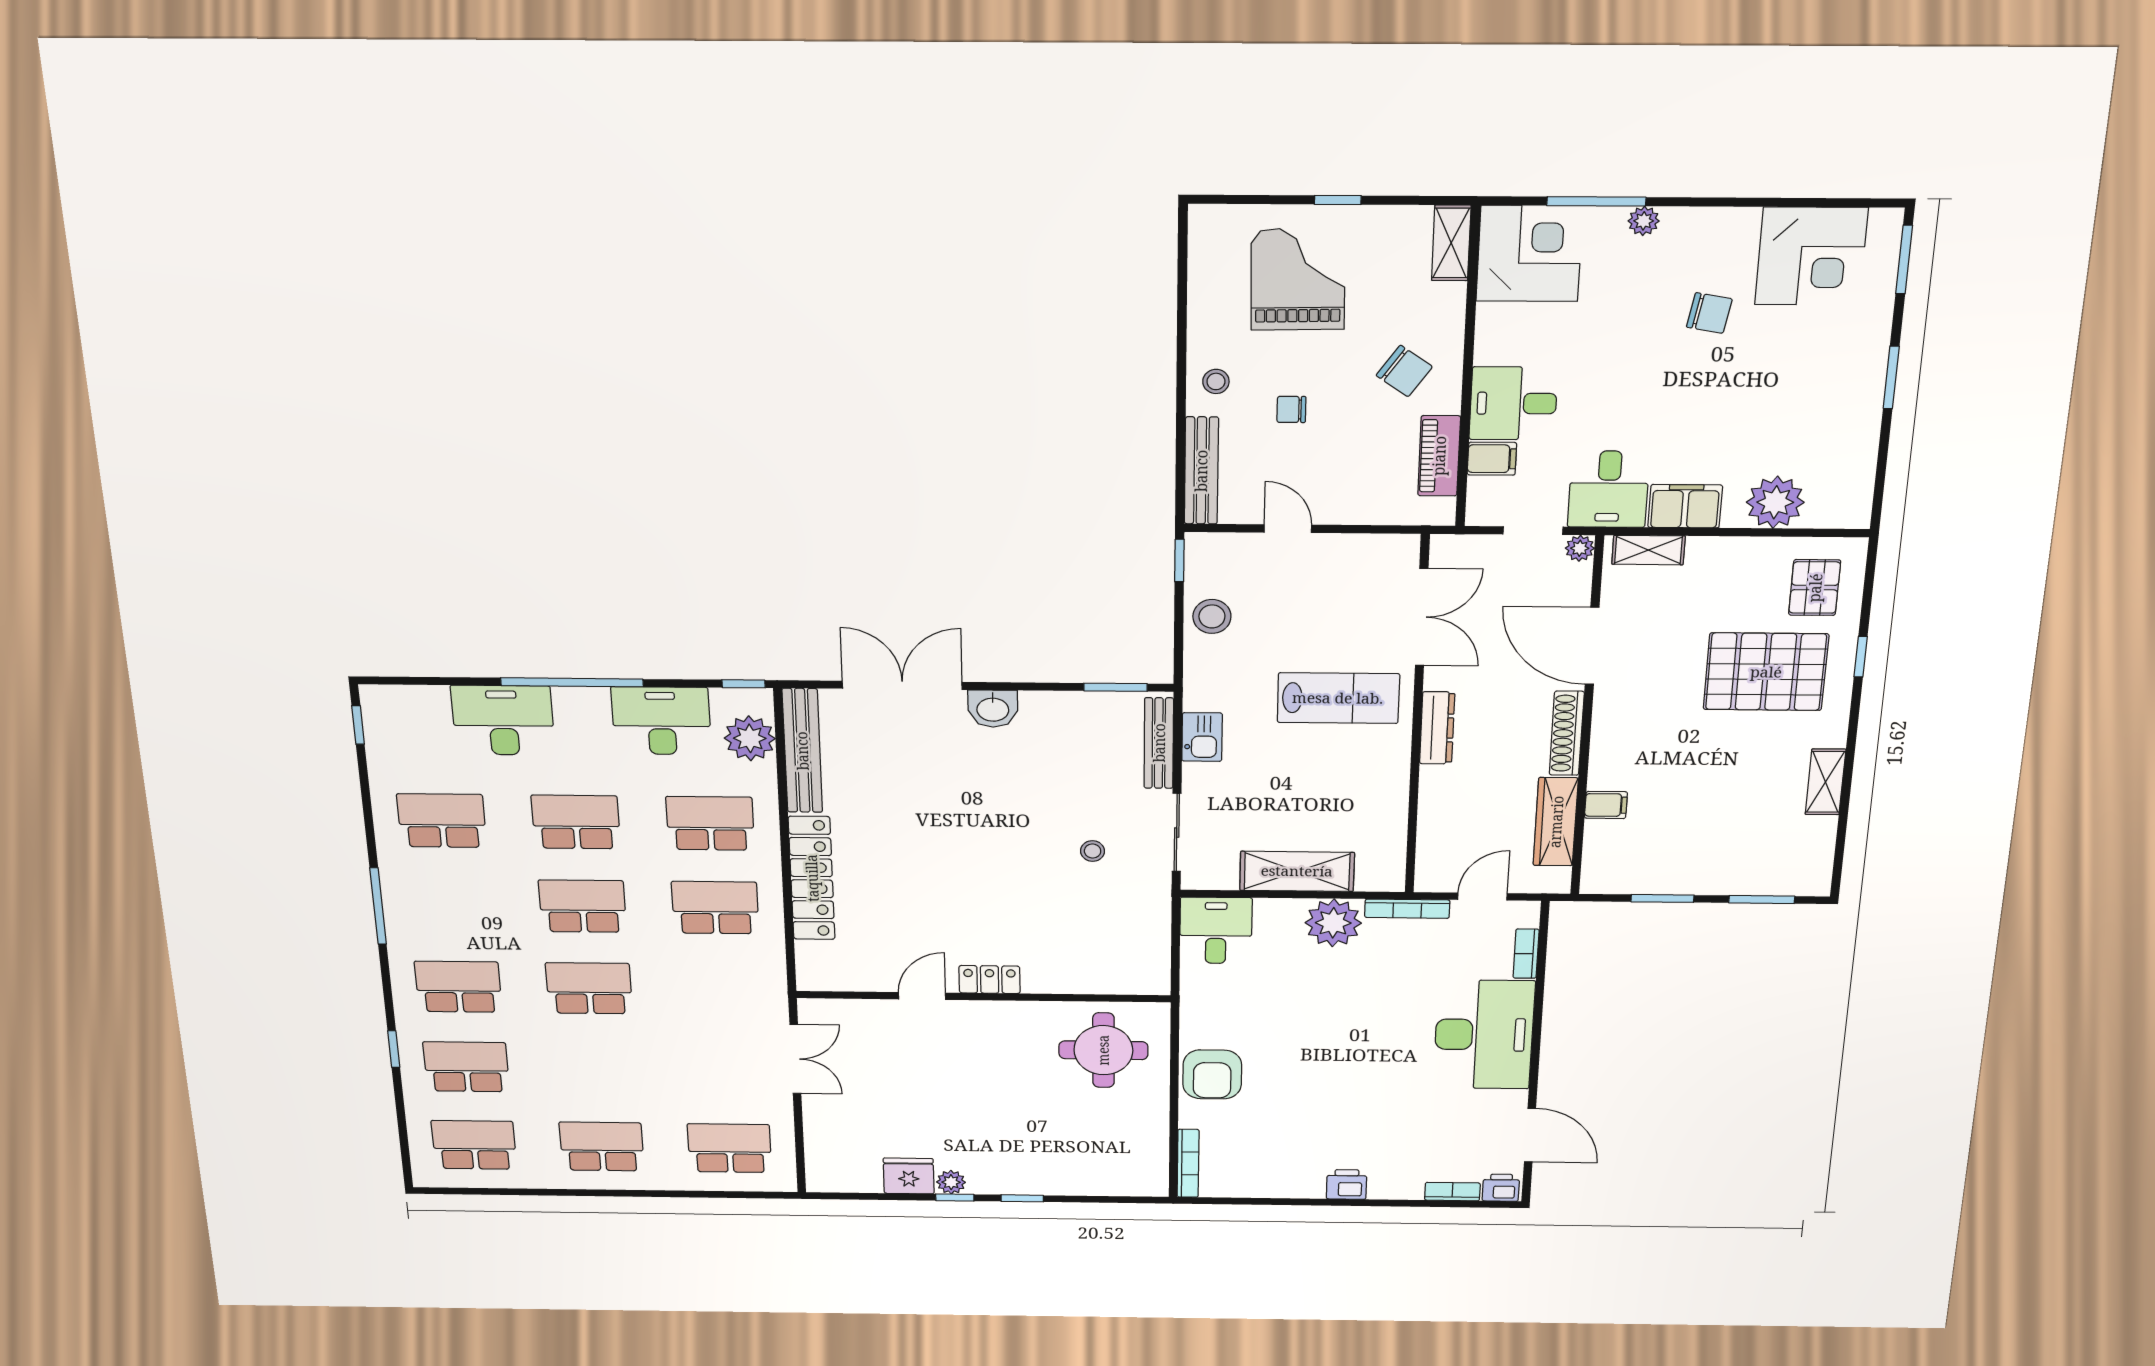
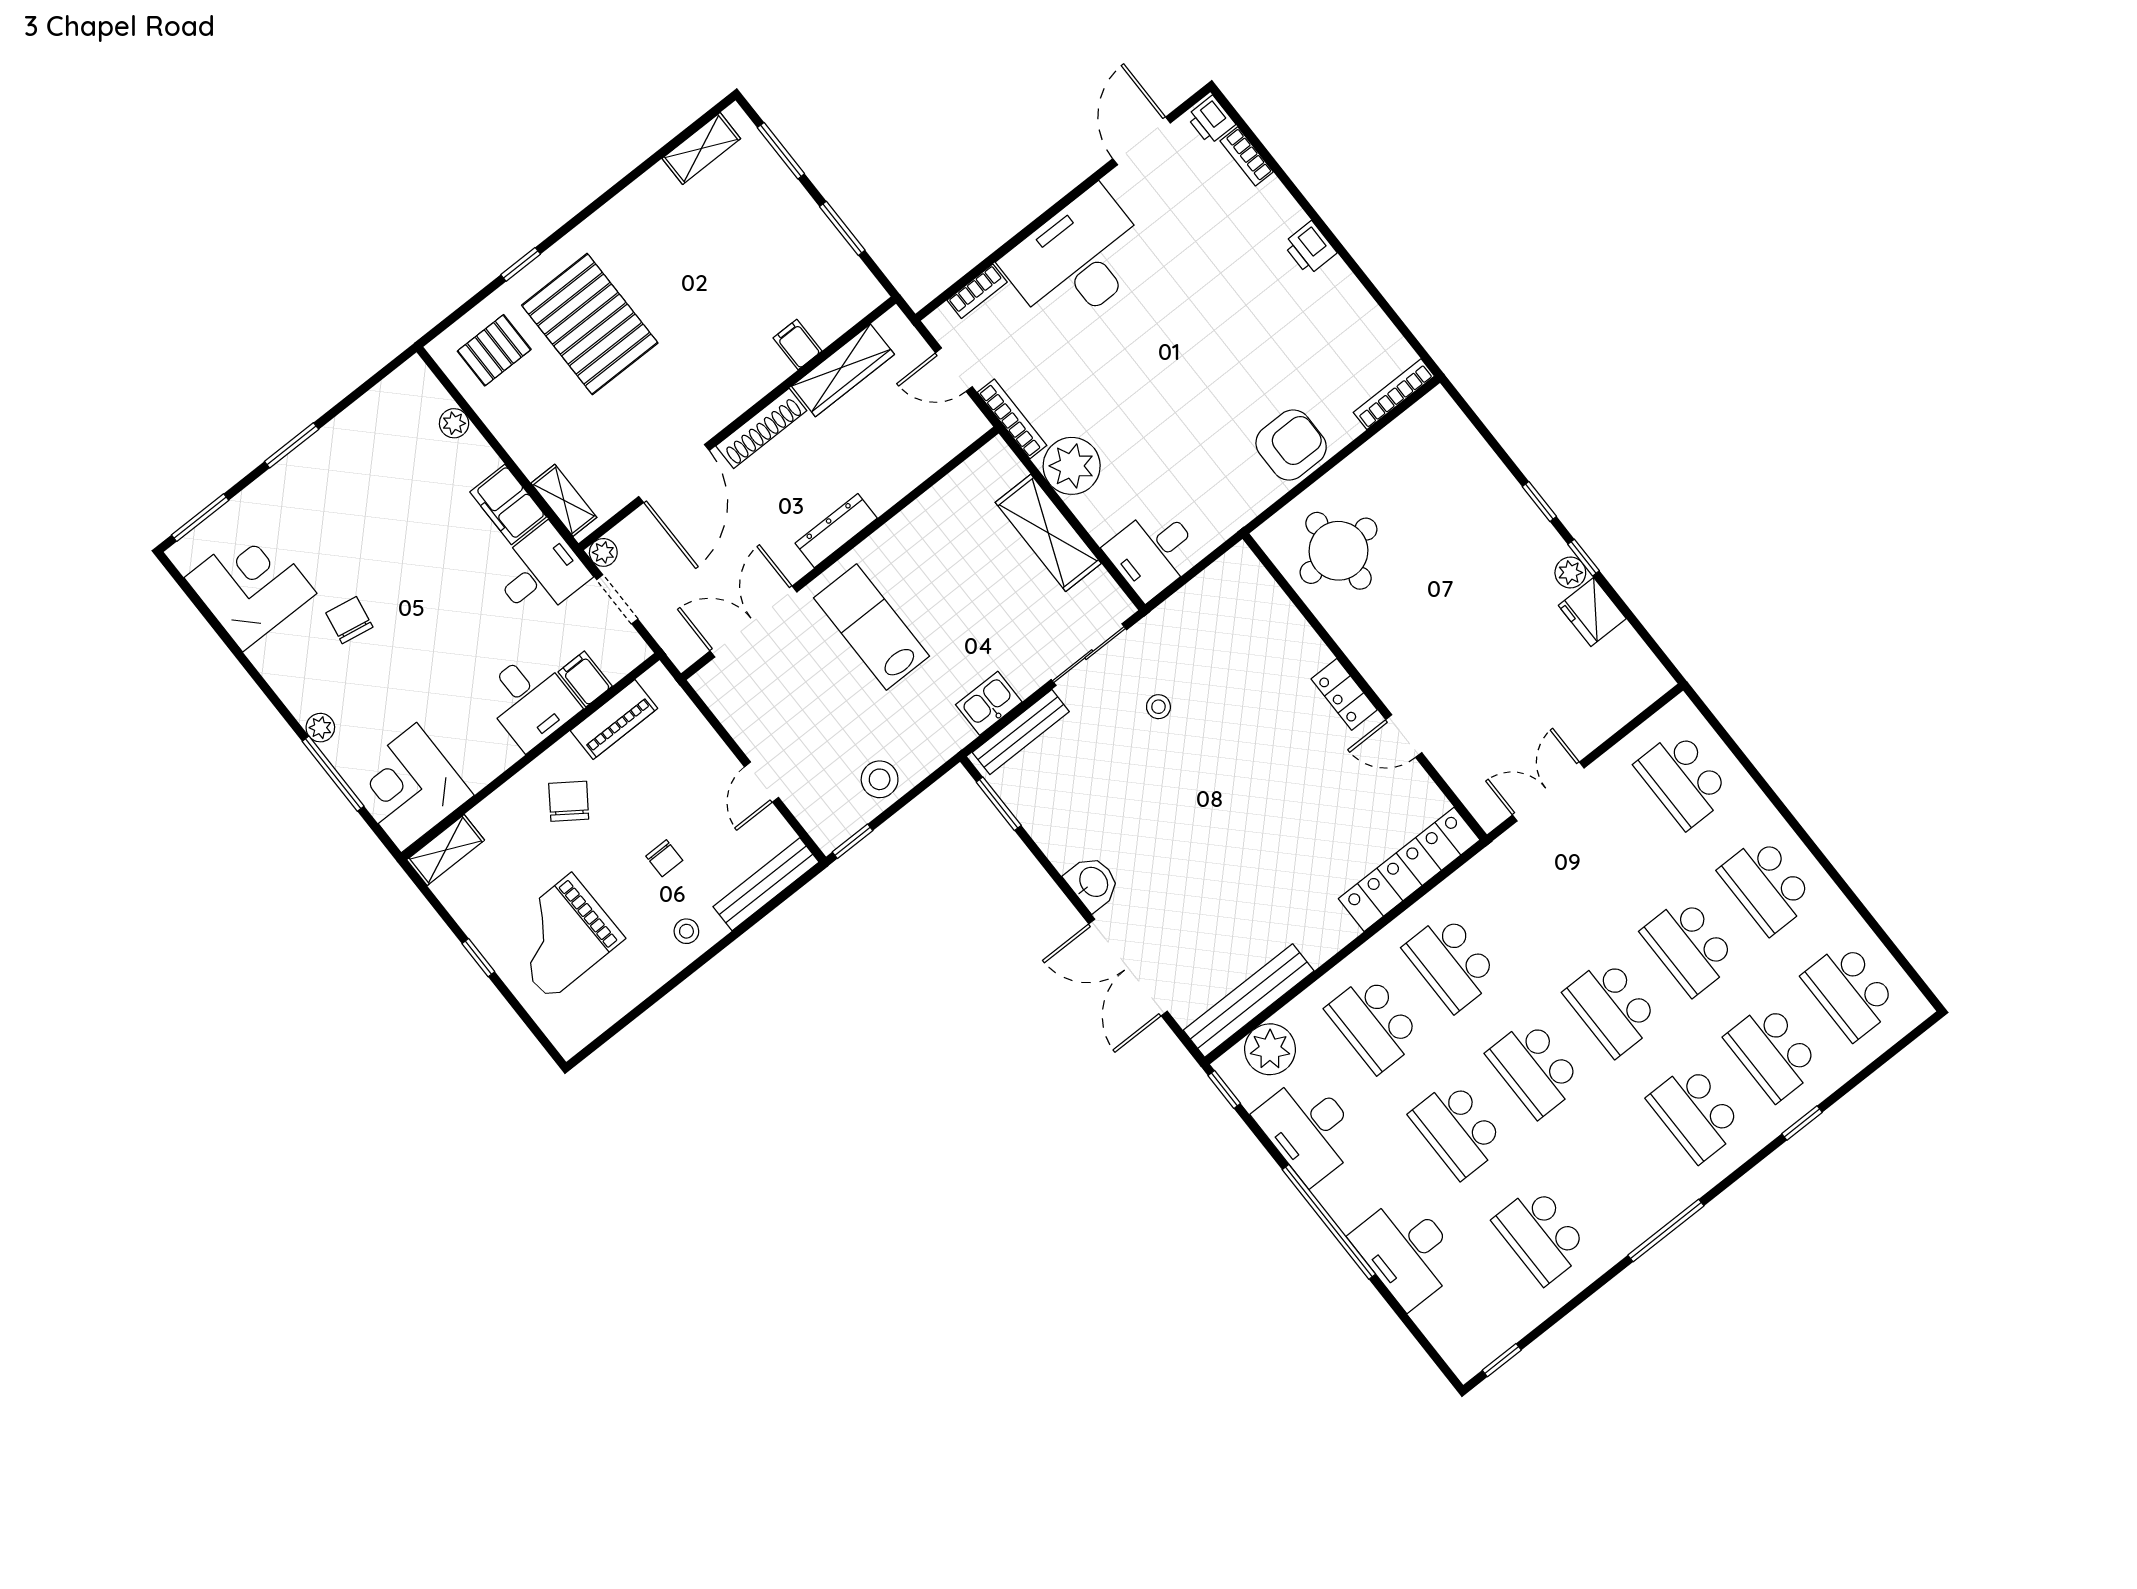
plant: (1775, 502) -> (454, 423), width x0.53, depth x0.53
shelving: (1826, 782) -> (701, 148), moved
locker: (812, 878) -> (1409, 869), moved
school desk: (596, 1068) -> (1689, 946), added

